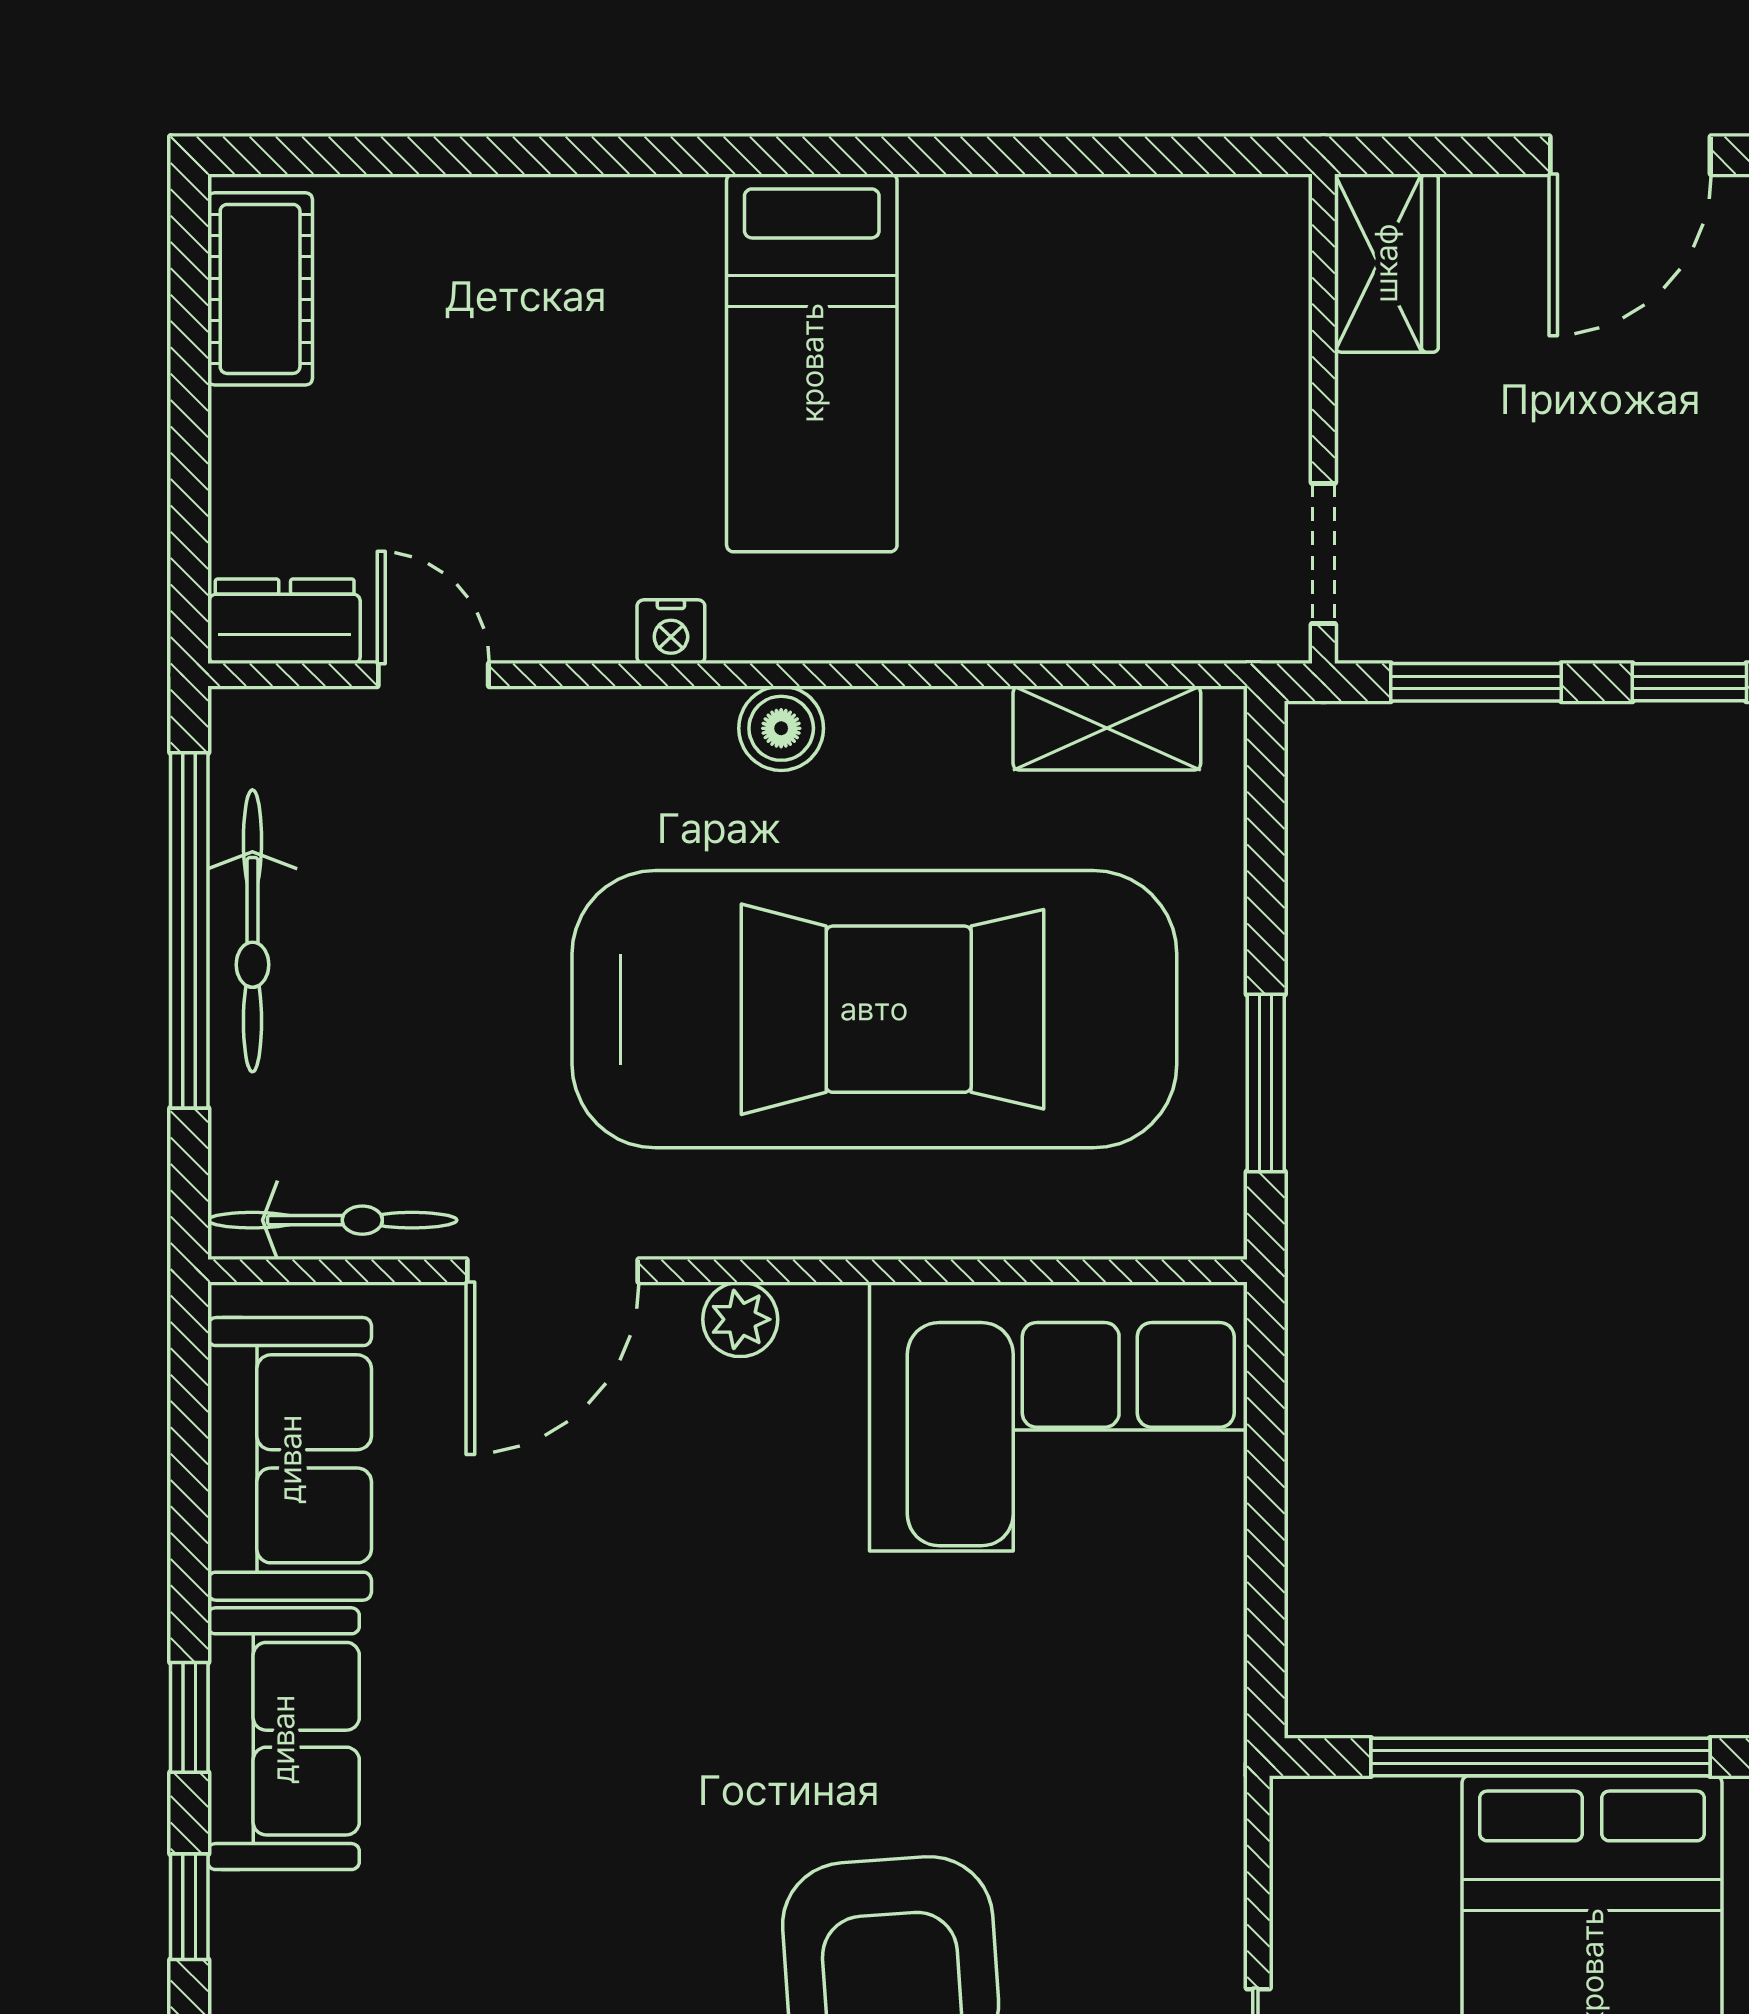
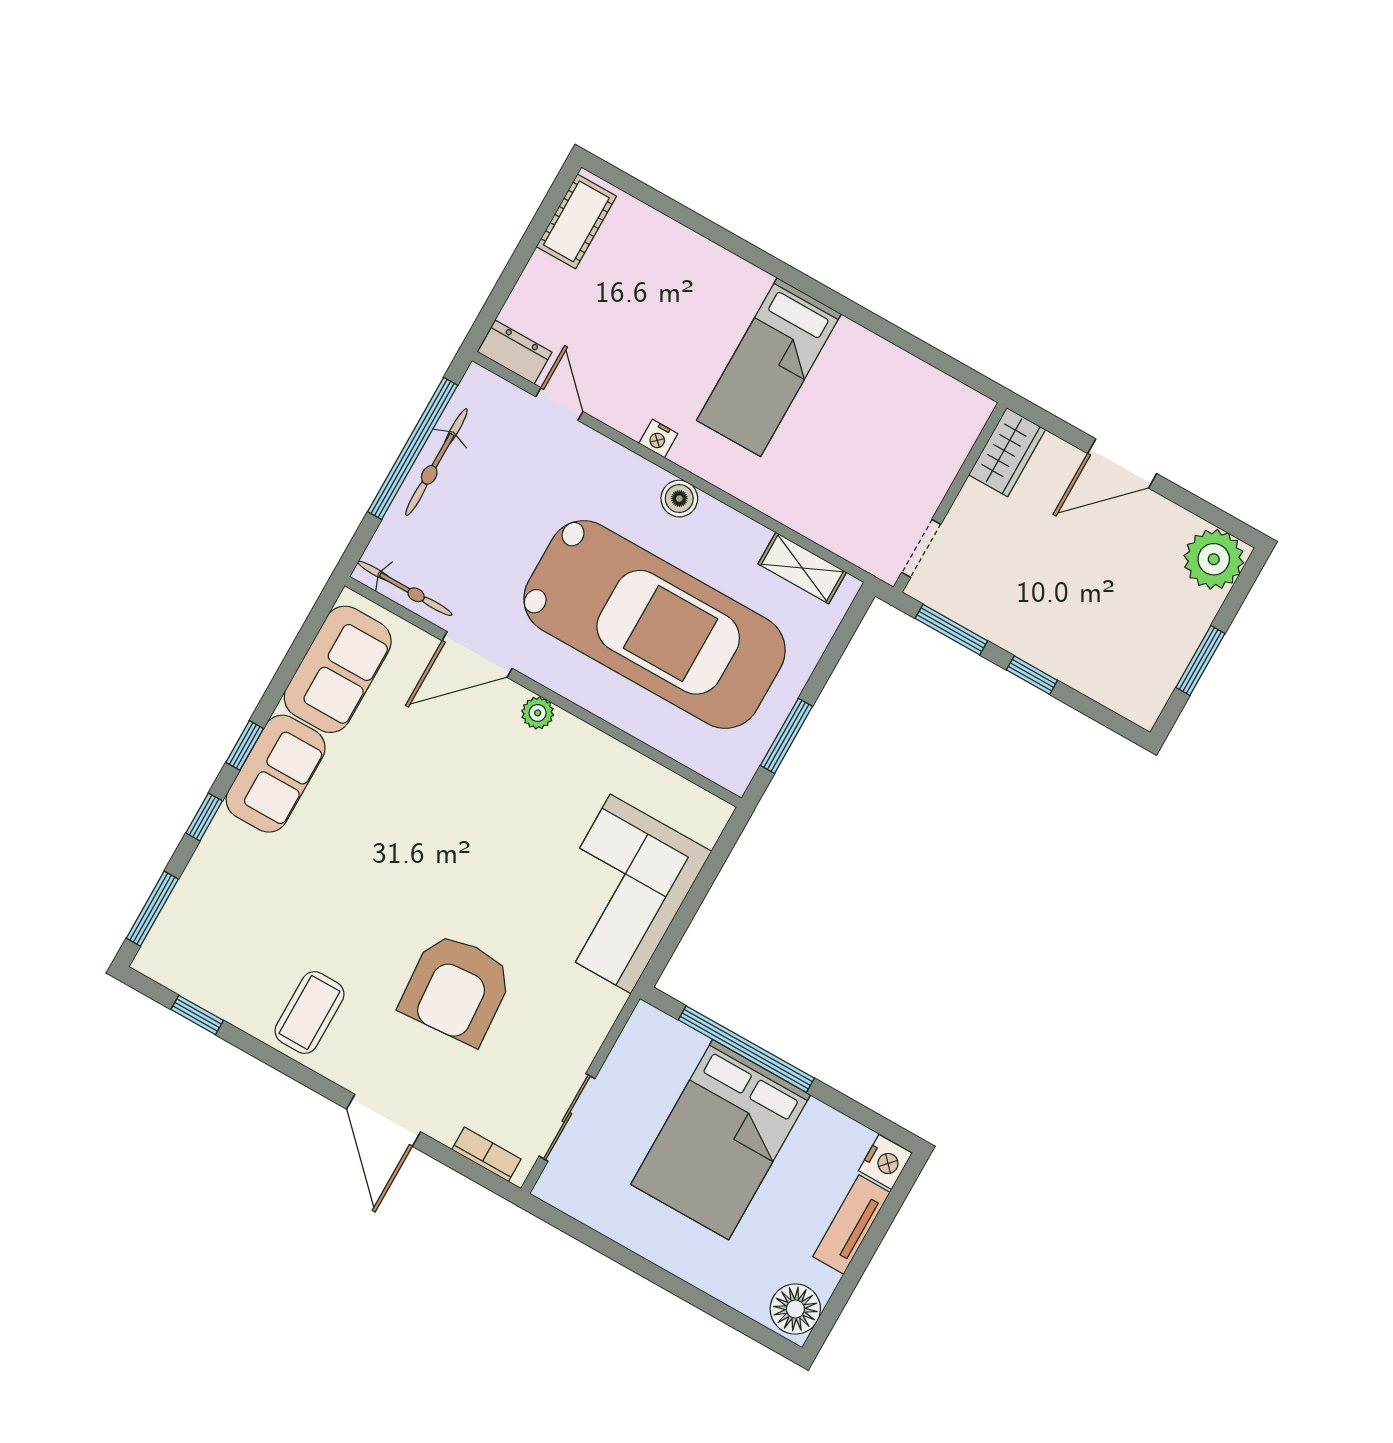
corner sofa: (1058, 1417) -> (621, 894), moved, turned 90

